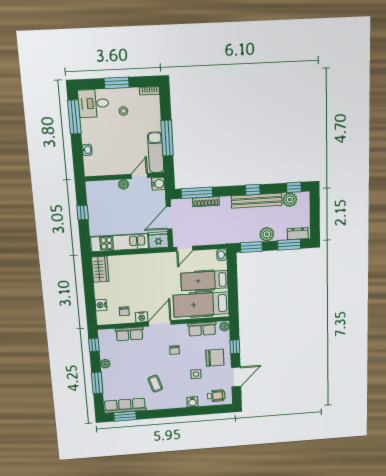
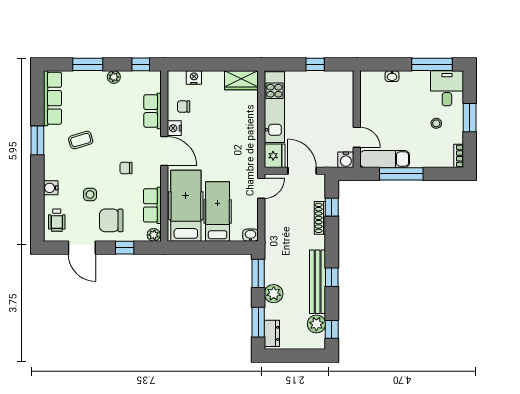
plant: (123, 184) -> (347, 117), removed
window: (197, 193) -> (332, 207), width x0.46
door: (185, 249) -> (261, 188), swing flipped
chair: (215, 358) -> (111, 220), turned 90
window: (125, 416) -> (37, 140), moved

